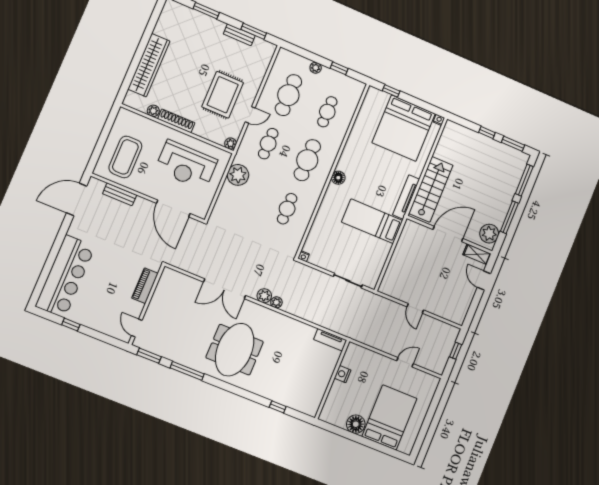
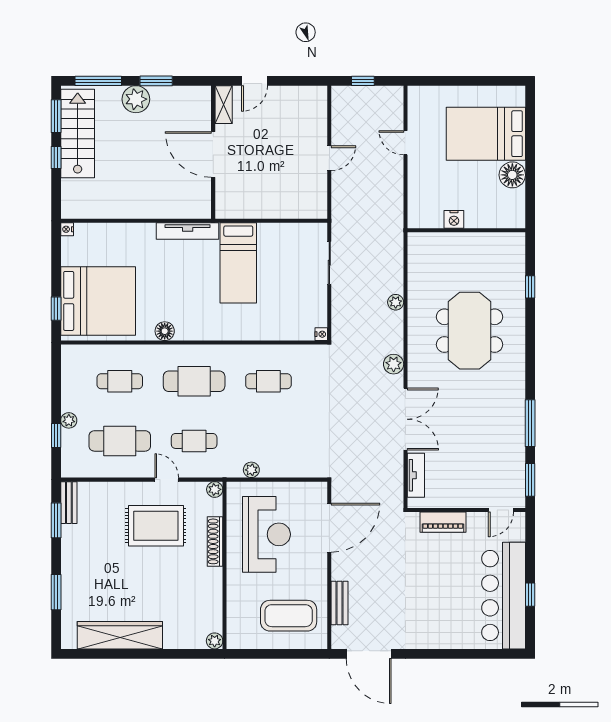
bench: (239, 35) -> (69, 503), moved
wardrobe: (149, 65) -> (120, 635), moved
window: (339, 68) -> (56, 435), moved
plant: (153, 111) -> (215, 641), moved
shoe rack: (176, 121) -> (215, 541), moved
bed: (404, 128) -> (98, 301), moved
plant: (238, 175) -> (251, 470), width x0.53, depth x0.53
floor lamp: (338, 178) -> (165, 331), moved
stairs: (431, 189) -> (78, 134), moved, turned 90
window: (509, 217) -> (156, 81), width x0.69
plant: (489, 234) -> (136, 99), moved
bar counter: (65, 276) -> (504, 596), moved, turned -90
plant: (276, 302) -> (396, 302), moved
tv unit: (330, 340) -> (416, 475), moved
meeting table: (235, 350) -> (470, 331), moved, turned 90

